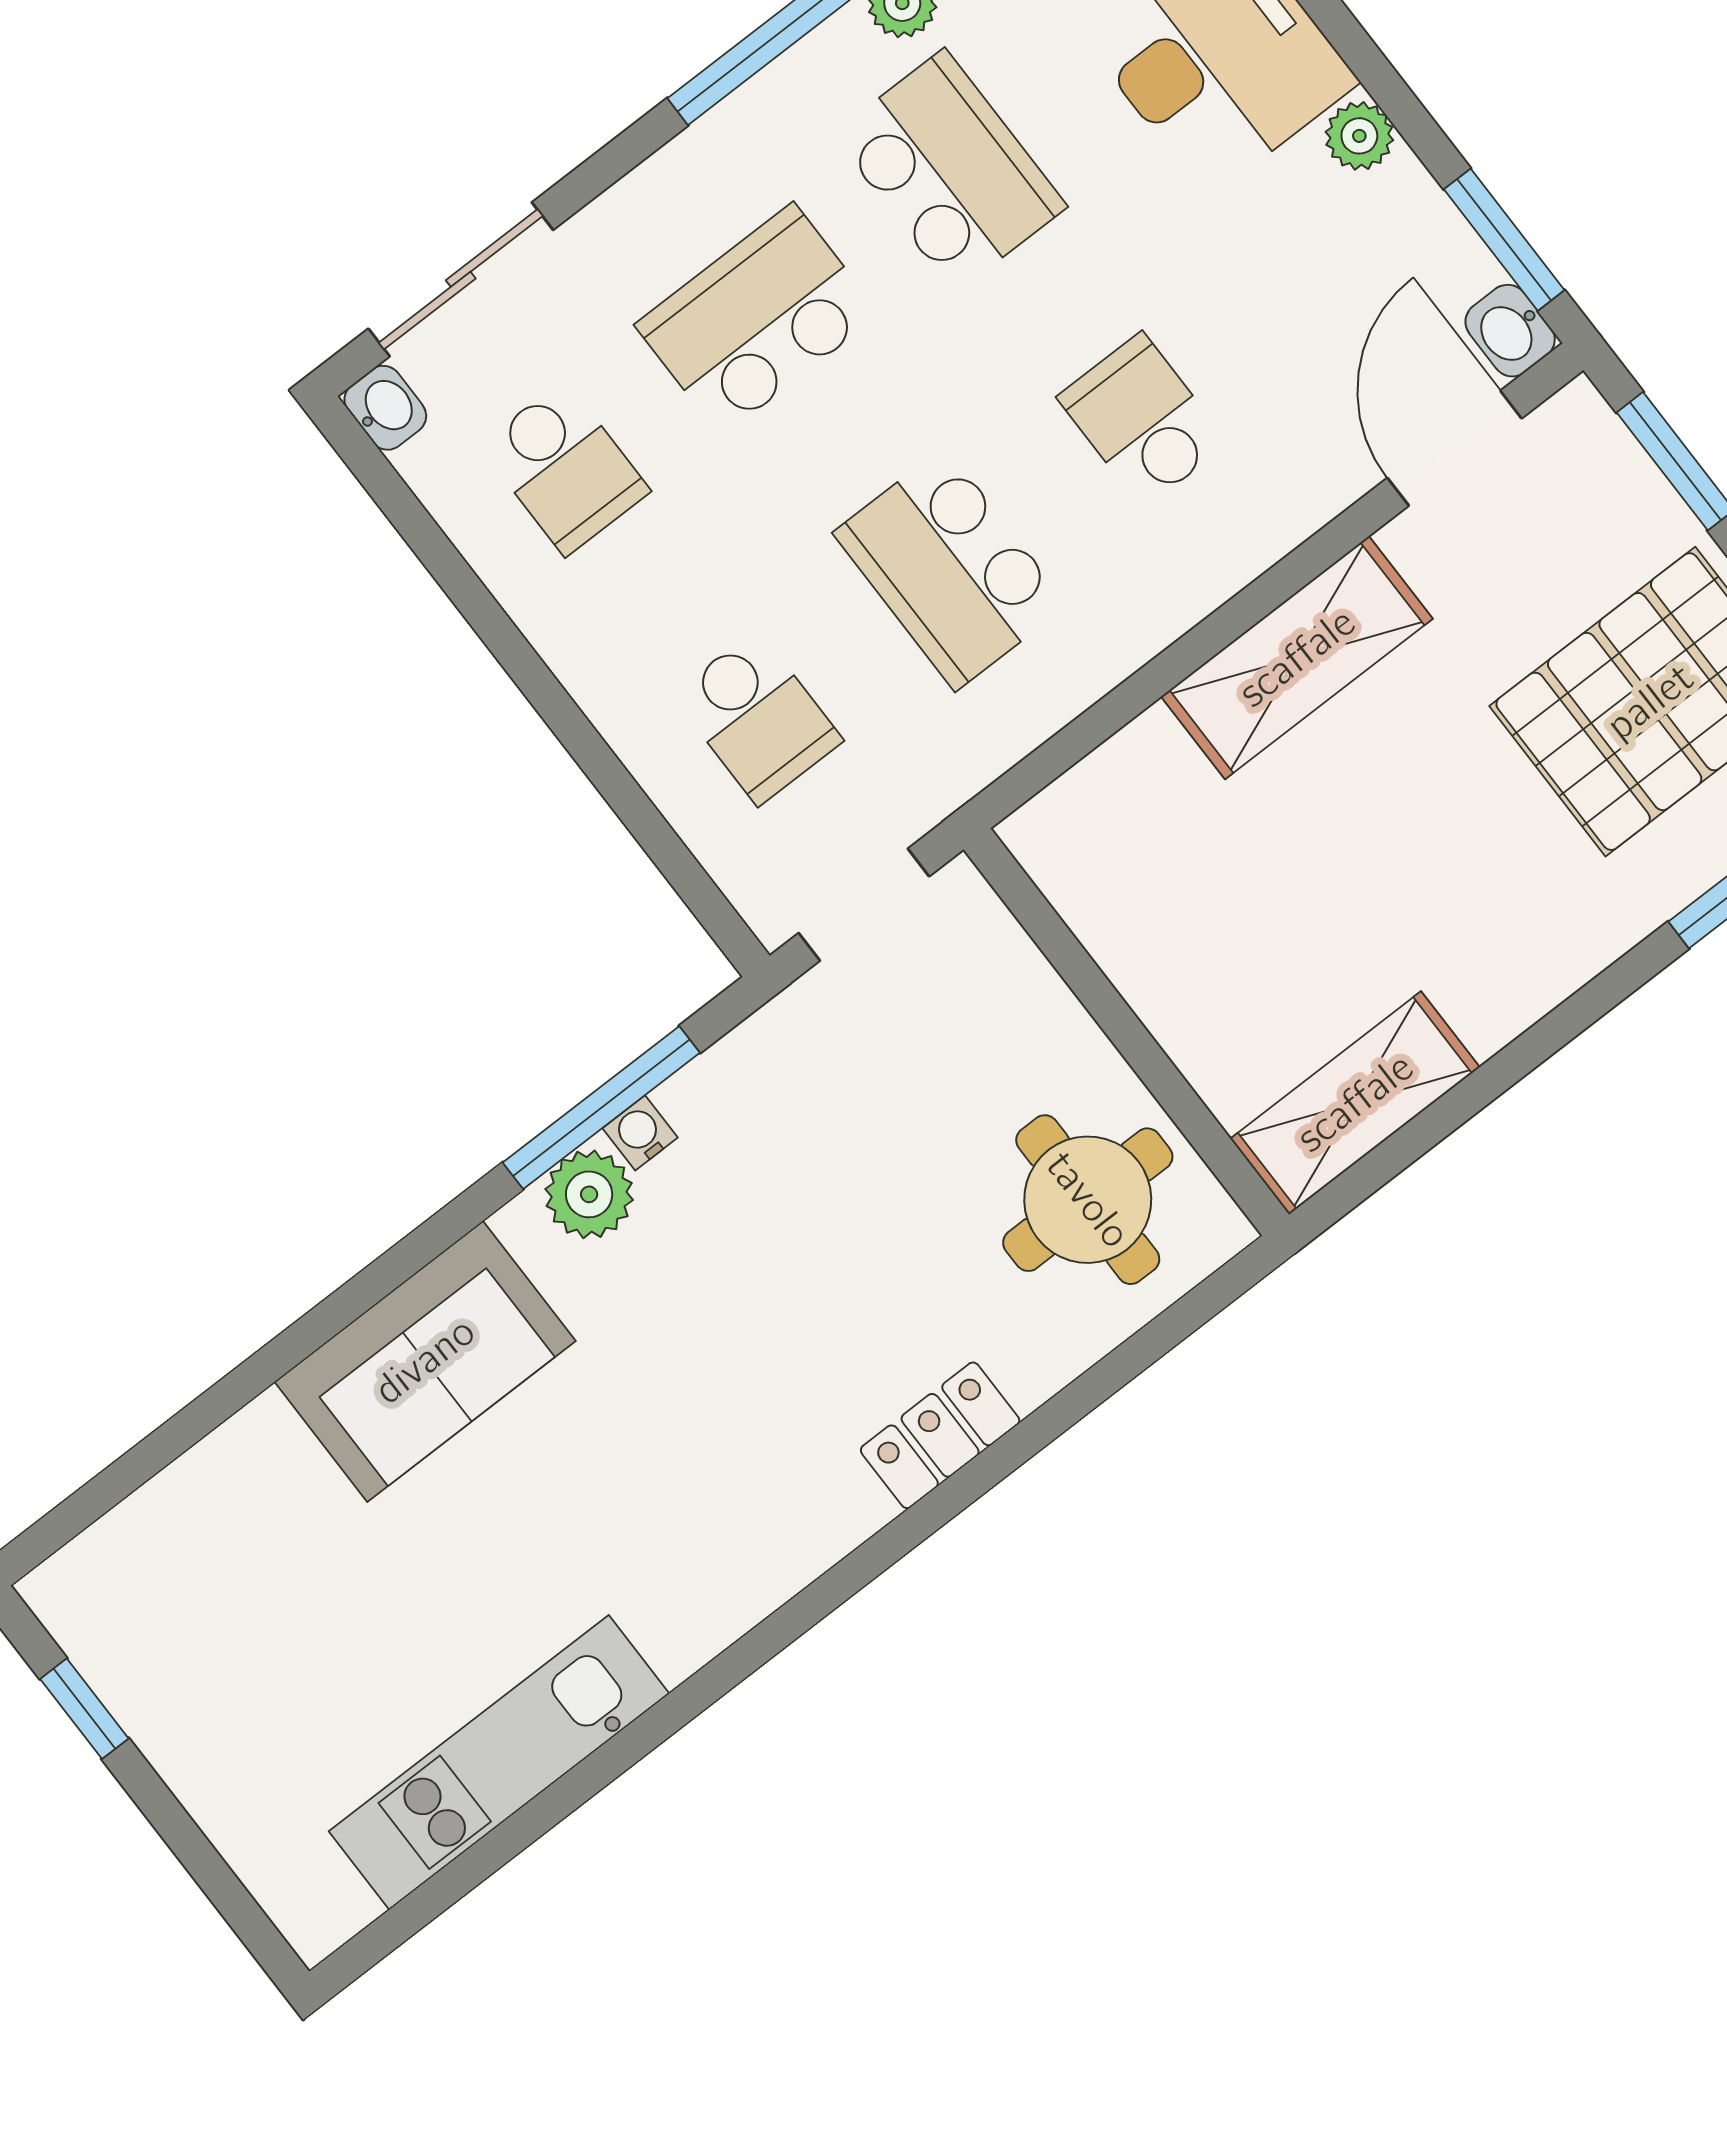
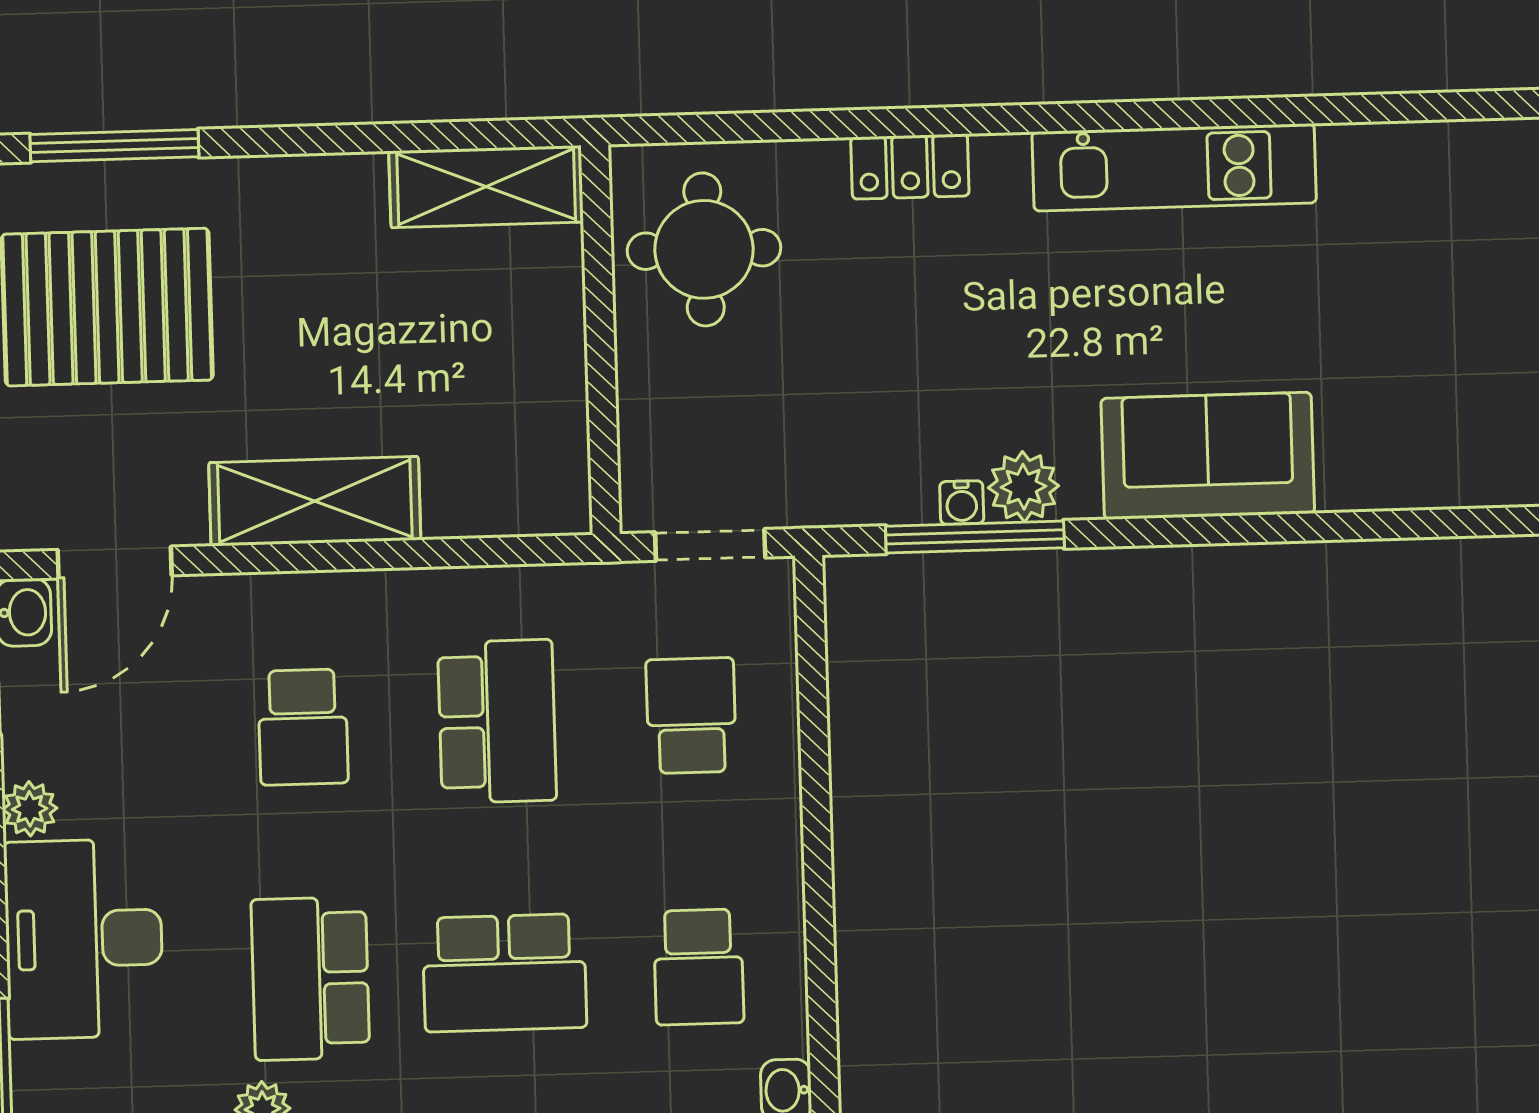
school desk: (565, 468) -> (699, 967), turned 180
kitchen unit: (499, 1762) -> (1174, 167), moved

